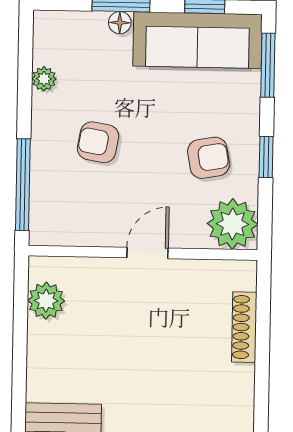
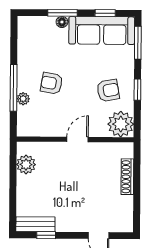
plant: (44, 79) -> (23, 99), moved
window: (23, 185) -> (14, 88), moved

